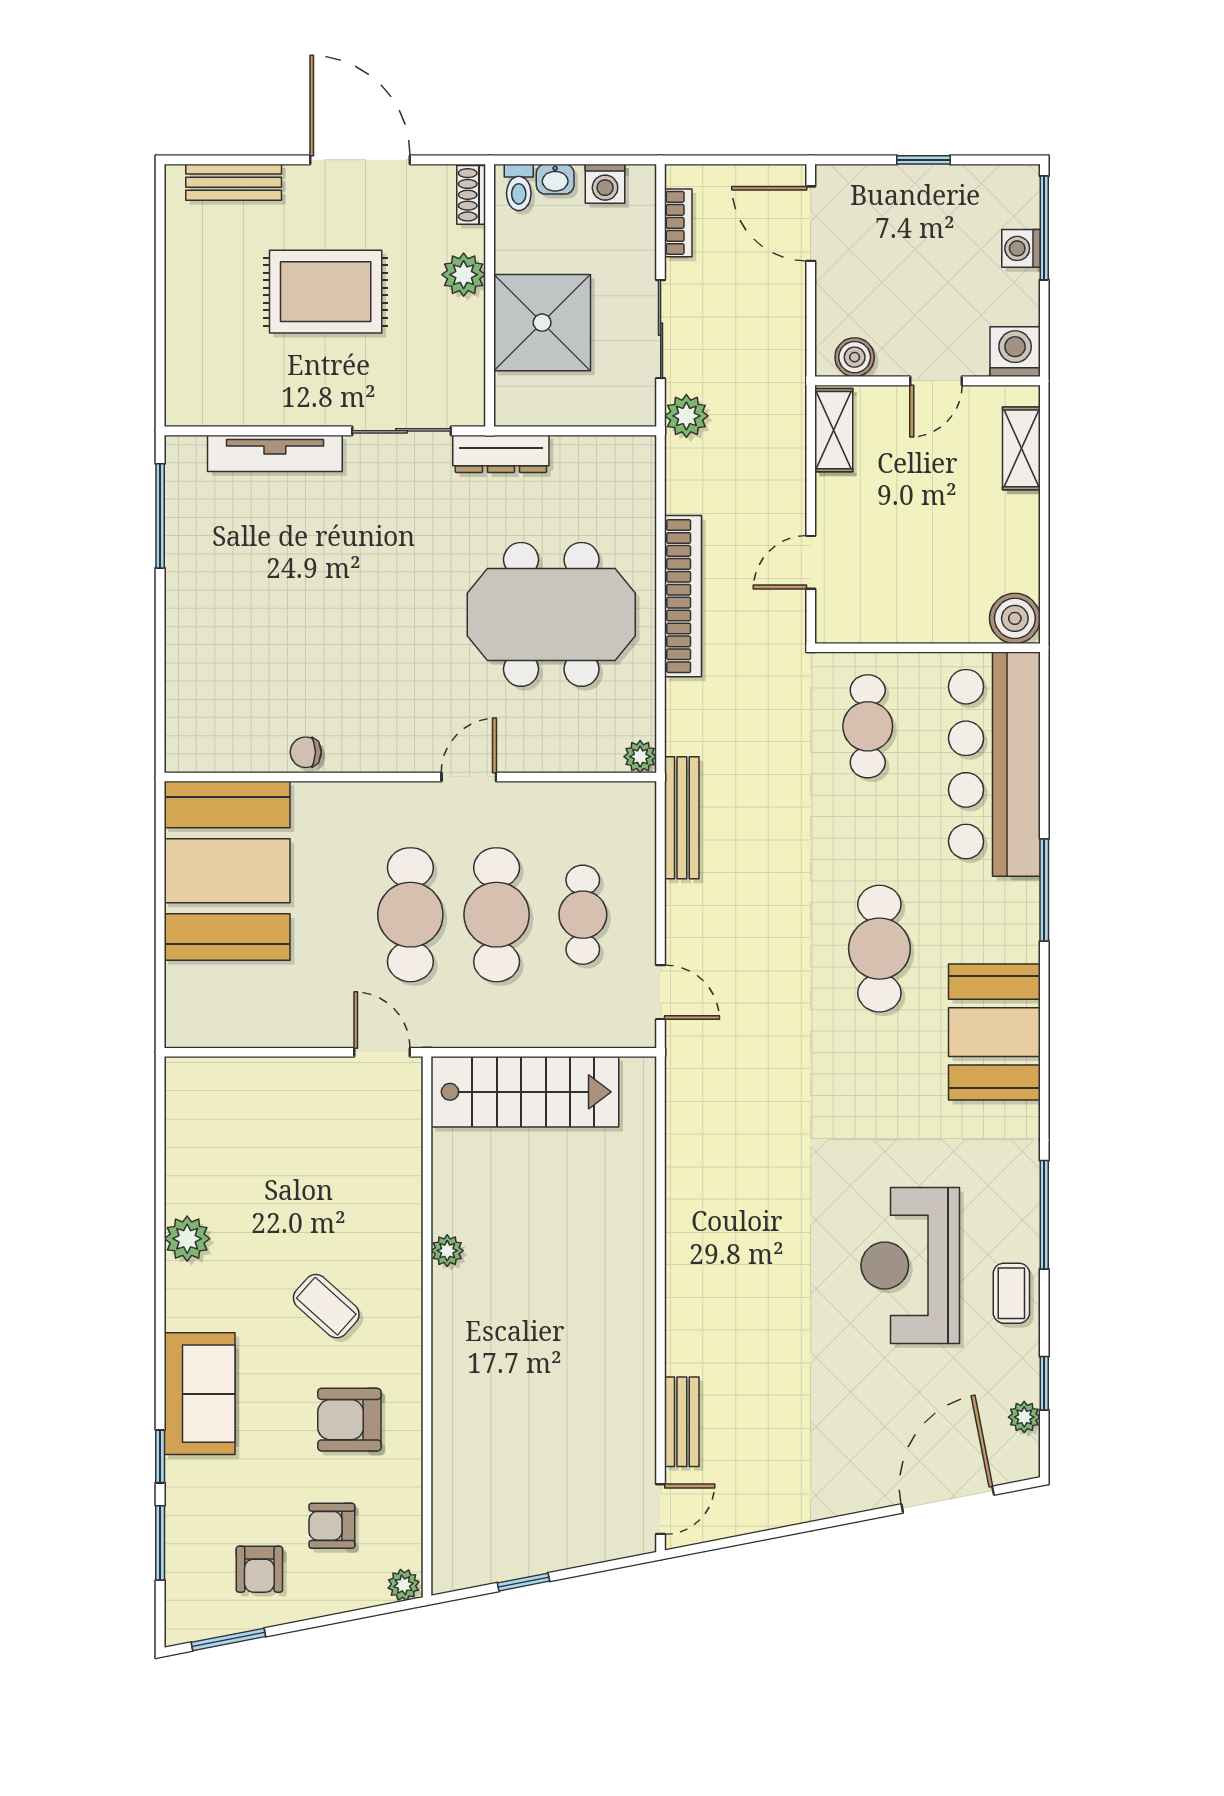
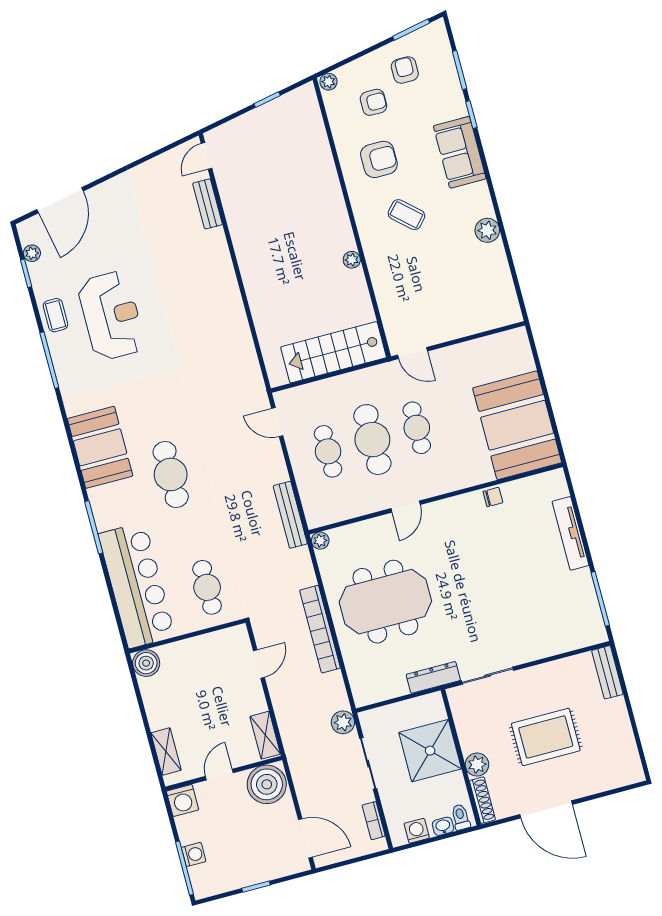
bench: (234, 182) -> (607, 672), moved, turned 90
shoe rack: (471, 195) -> (482, 800), width x1.43
boiler: (855, 357) -> (267, 784), width x1.86, depth x1.86
tv unit: (275, 453) -> (570, 533), moved, turned -90
cafe table: (410, 915) -> (417, 428), width x0.73, depth x0.74

